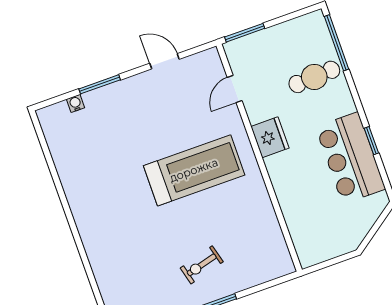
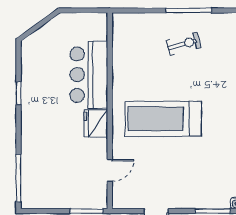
cafe table: (314, 77) -> (45, 158), removed
bar counter: (350, 158) -> (89, 75), moved, turned 180

